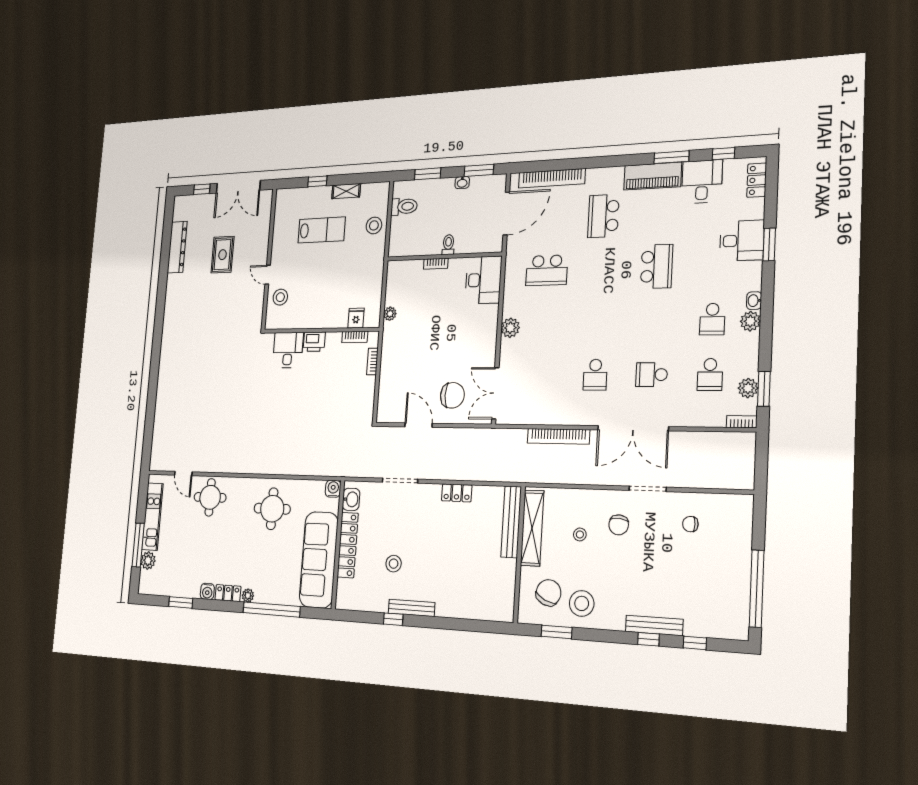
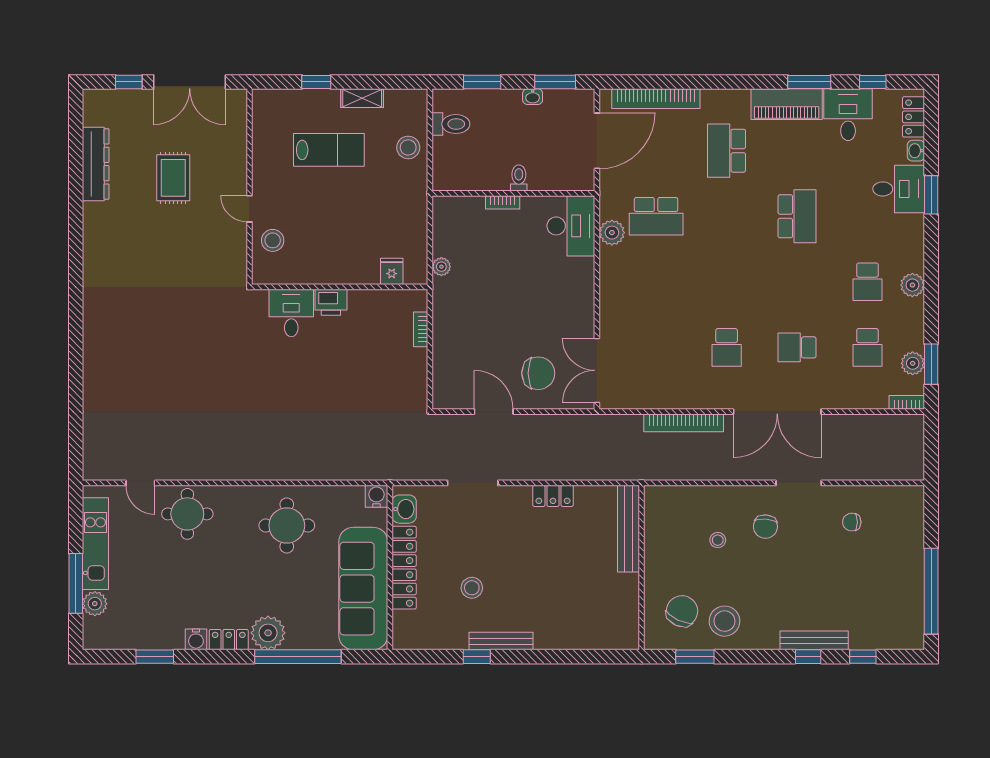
washbasin: (754, 301) -> (916, 151), moved
plant: (510, 328) -> (612, 233), moved
bookcase: (355, 337) -> (392, 297), removed
shelving: (532, 528) -> (656, 535), removed
plant: (248, 596) -> (268, 633), width x1.87, depth x1.87

